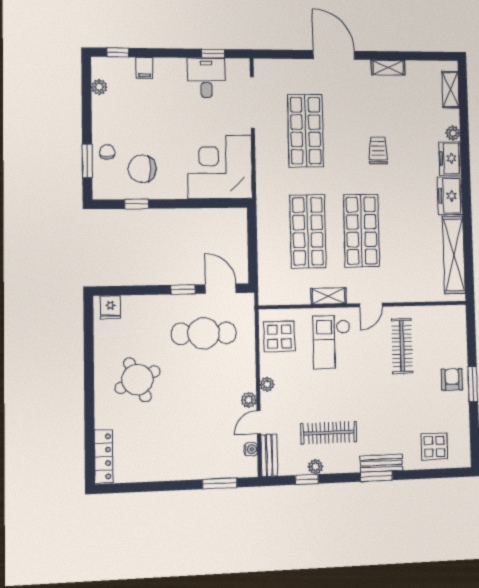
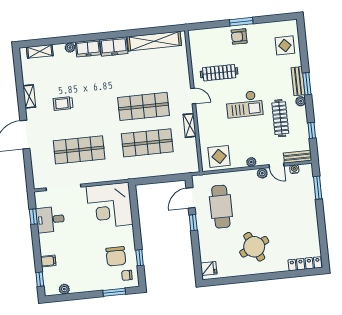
trolley: (378, 150) -> (63, 103), moved
chair: (107, 152) -> (127, 275), moved
checkout: (332, 342) -> (244, 104), moved
plant: (315, 467) -> (301, 101), moved

